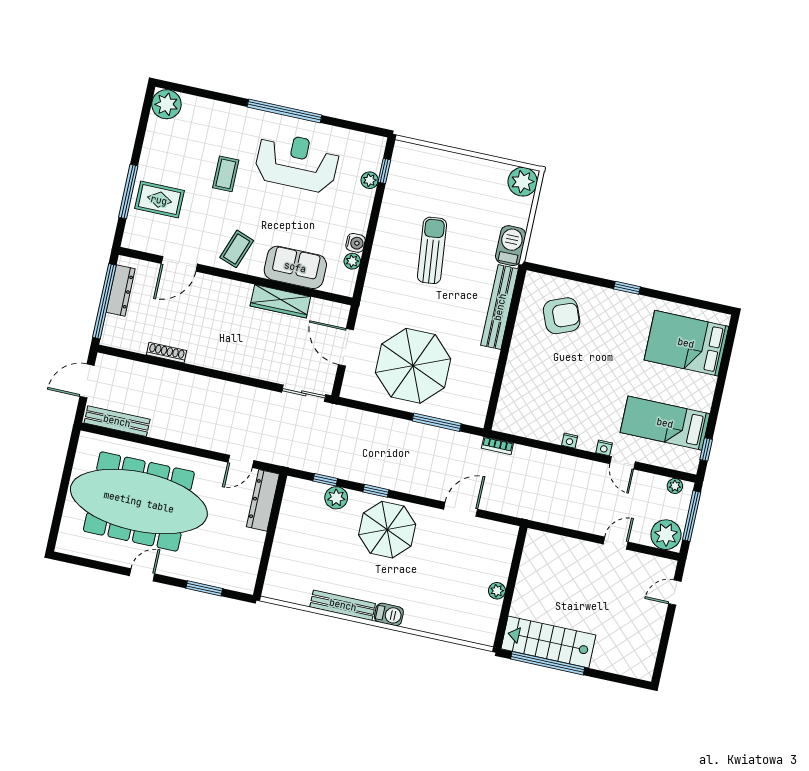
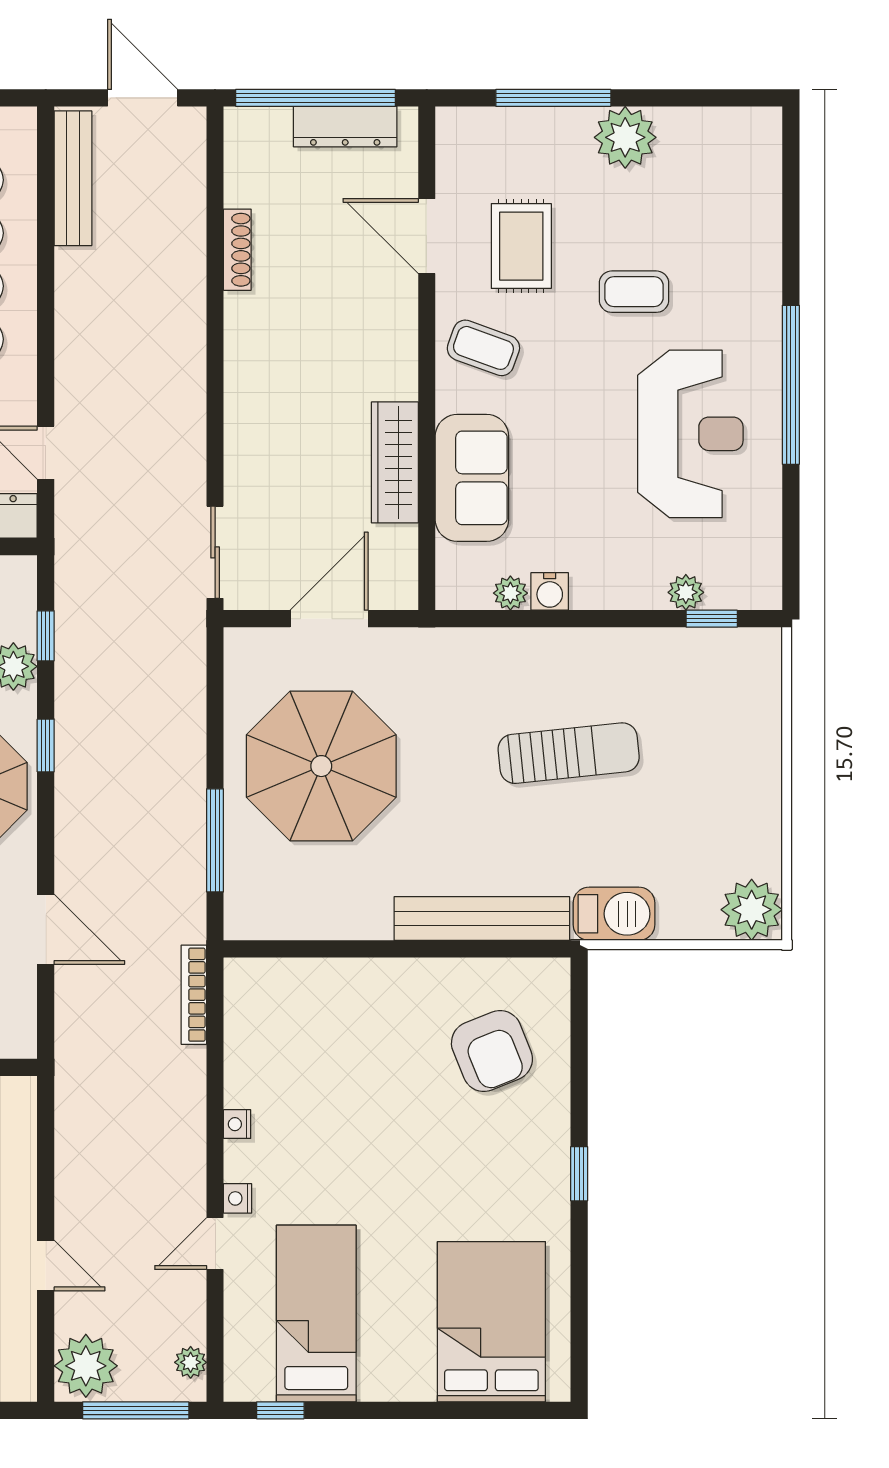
plant: (166, 104) -> (625, 137), moved
rug: (159, 200) -> (521, 246), moved
bookcase: (497, 446) -> (194, 995), width x1.56

